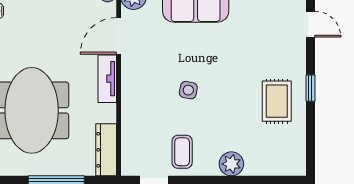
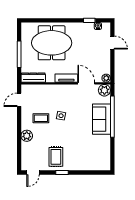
door: (310, 24) -> (33, 173), moved
rug: (277, 101) -> (56, 157), turned 90
coffee table: (182, 152) -> (41, 118), moved

